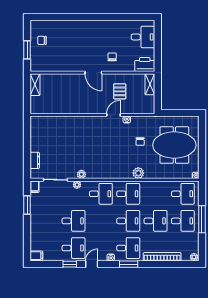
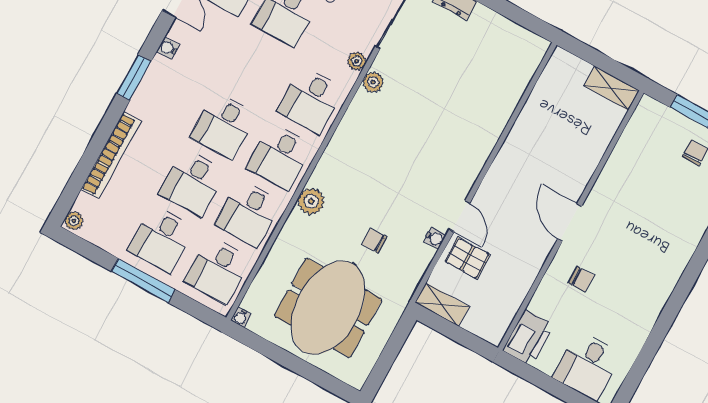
door: (93, 73) -> (570, 223), hinge flipped
shelving: (150, 84) -> (442, 305), moved
pallet: (120, 91) -> (467, 258), moved
desk: (128, 248) -> (249, 213), moved

